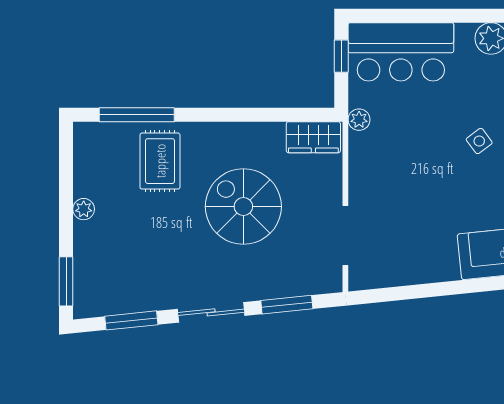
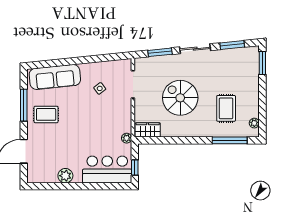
side table: (479, 141) -> (100, 88), moved
rug: (160, 161) -> (226, 108), moved
spiral stairs: (243, 207) -> (180, 98), turned 180
plant: (84, 209) -> (254, 123), moved

